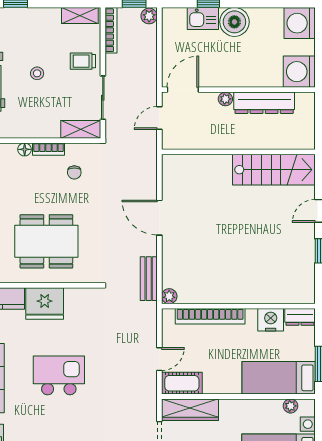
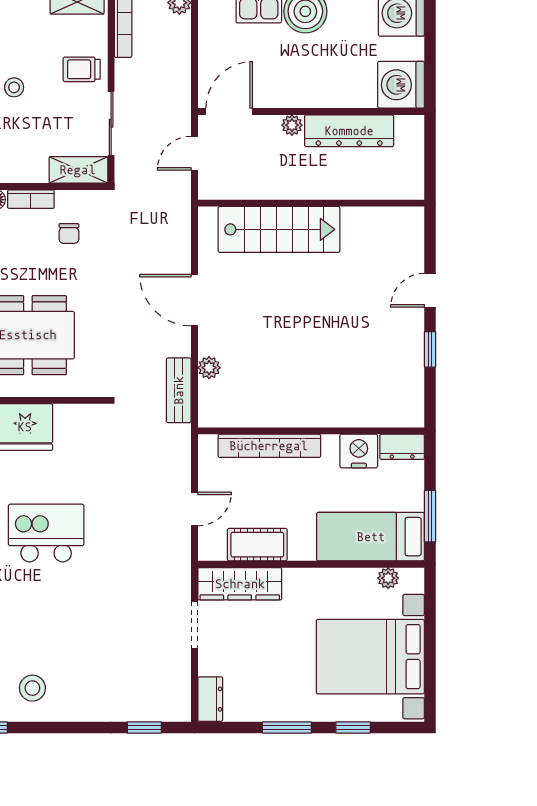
stairs: (274, 170) -> (279, 229), moved
plant: (169, 296) -> (209, 368), moved
cot: (182, 383) -> (257, 545), moved

